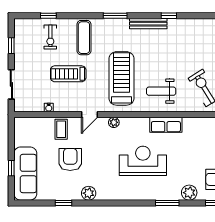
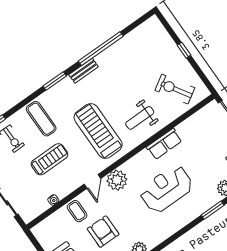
window: (169, 16) -> (101, 49), width x3.17
bench: (148, 24) -> (84, 71), width x0.73
treadmill: (68, 74) -> (49, 159), turned 180
plant: (114, 122) -> (117, 180), width x1.88, depth x1.88

